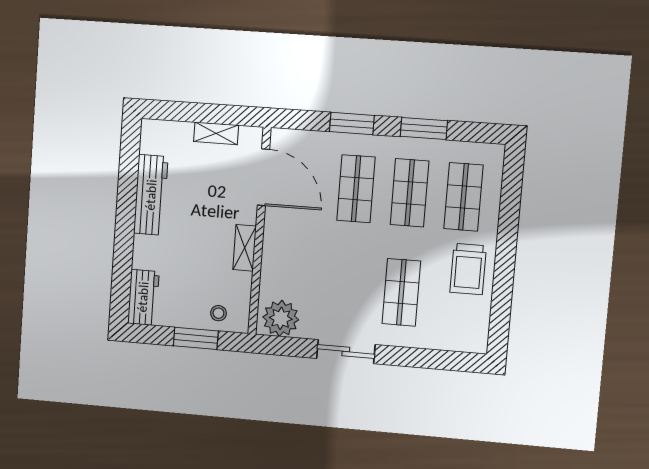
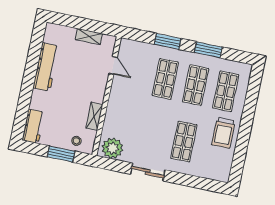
door: (263, 177) -> (113, 65), width x0.53
shelving: (245, 248) -> (94, 116), moved

